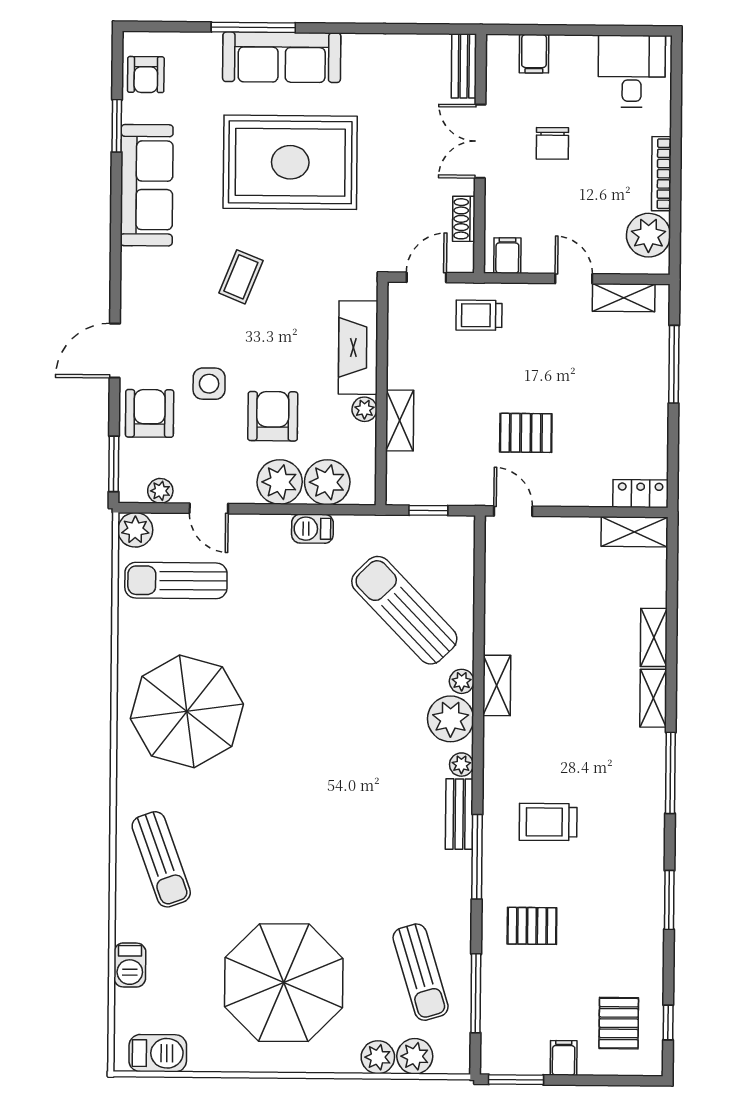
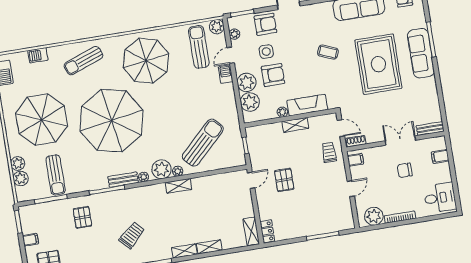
shoe rack: (464, 219) -> (356, 141), moved
shelving: (624, 298) -> (346, 210), removed
side table: (209, 384) -> (266, 52), moved
shelving: (400, 420) -> (295, 125), moved
barbecue: (312, 529) -> (226, 74), moved
parasol: (315, 817) -> (112, 121), added
trolley: (548, 822) -> (132, 235), moved, turned 47
sun lounger: (421, 972) -> (56, 175), turned -73

